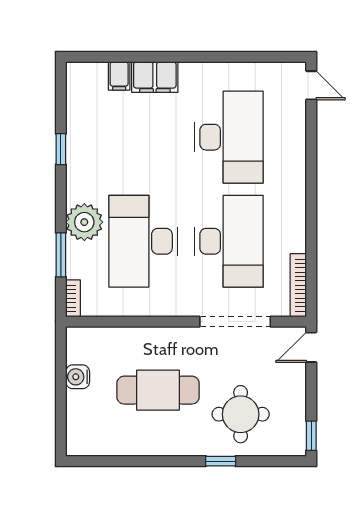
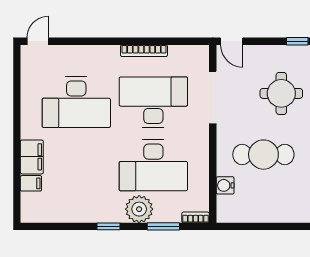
desk: (229, 137) -> (76, 102), turned 180
window: (61, 149) -> (109, 226), moved
bookcase: (298, 285) -> (144, 51), moved
water cooler: (78, 377) -> (225, 185), moved, turned 90
cafe table: (158, 390) -> (263, 155), turned 90

